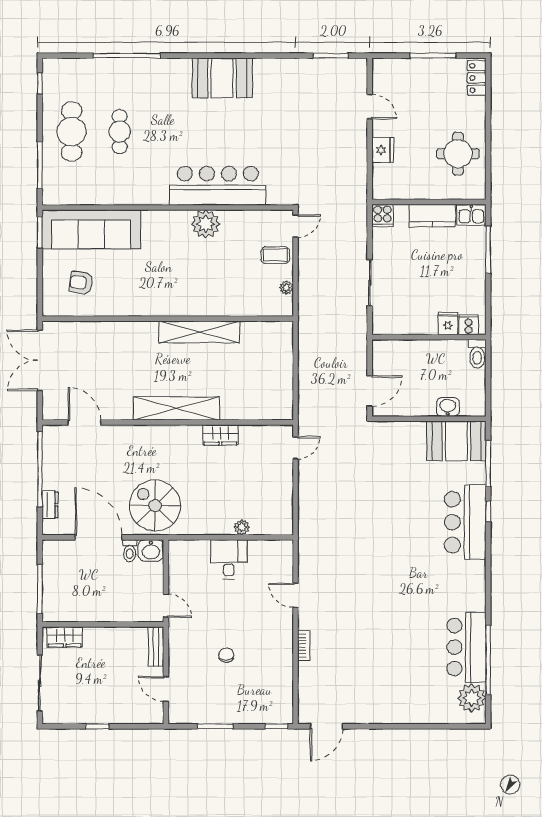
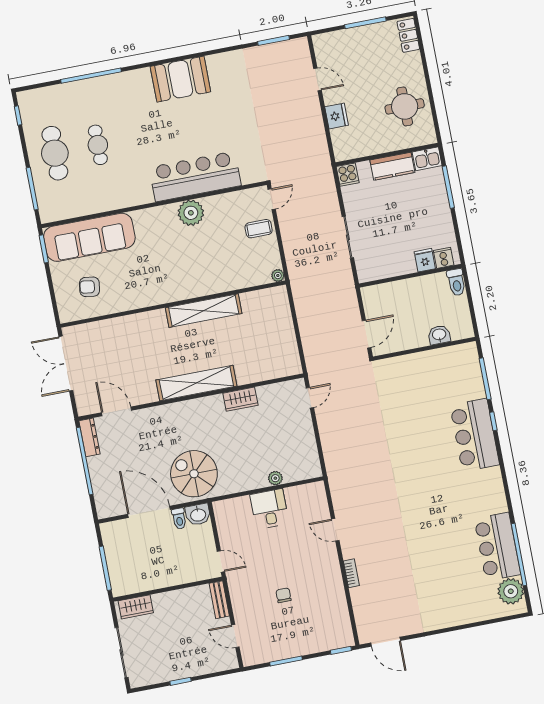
plant: (286, 288) -> (278, 276), moved
booth: (456, 441) -> (453, 364), removed
dresser: (50, 505) -> (89, 437), moved, width x1.44
door: (326, 726) -> (386, 642), hinge flipped

